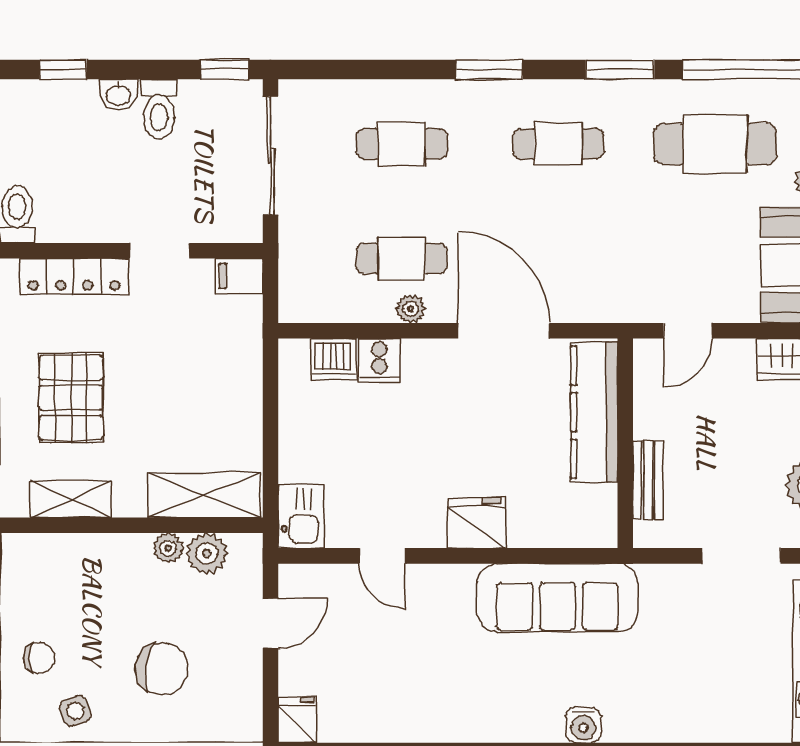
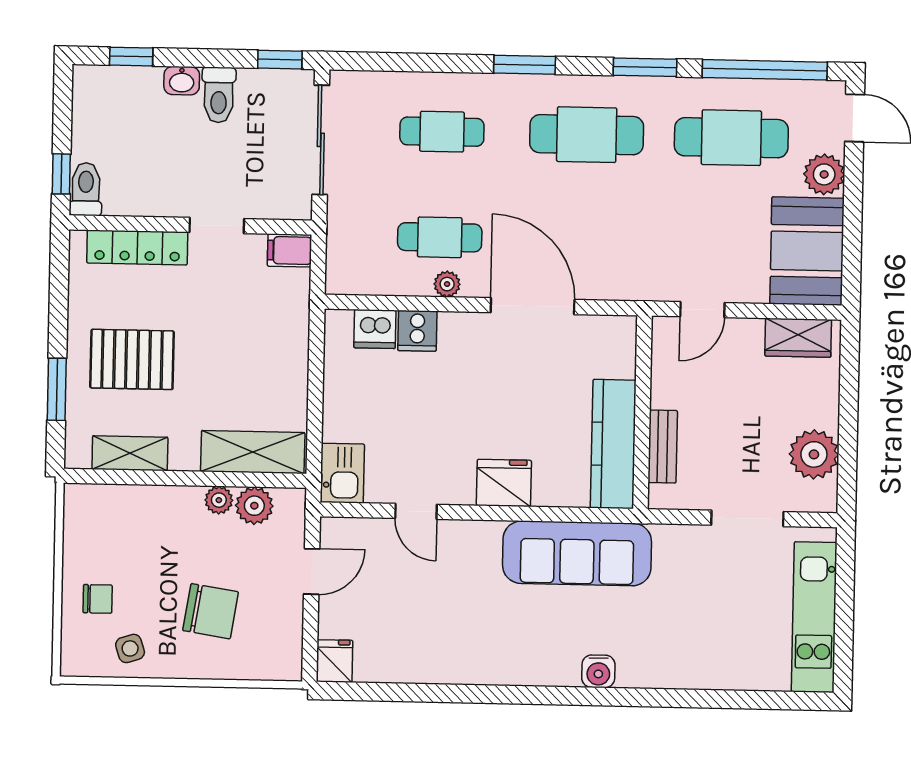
cafe table: (558, 144) -> (587, 135), width x1.37, depth x1.35
pallet: (71, 398) -> (132, 359), turned 90
kitchen counter: (594, 412) -> (613, 444), moved

